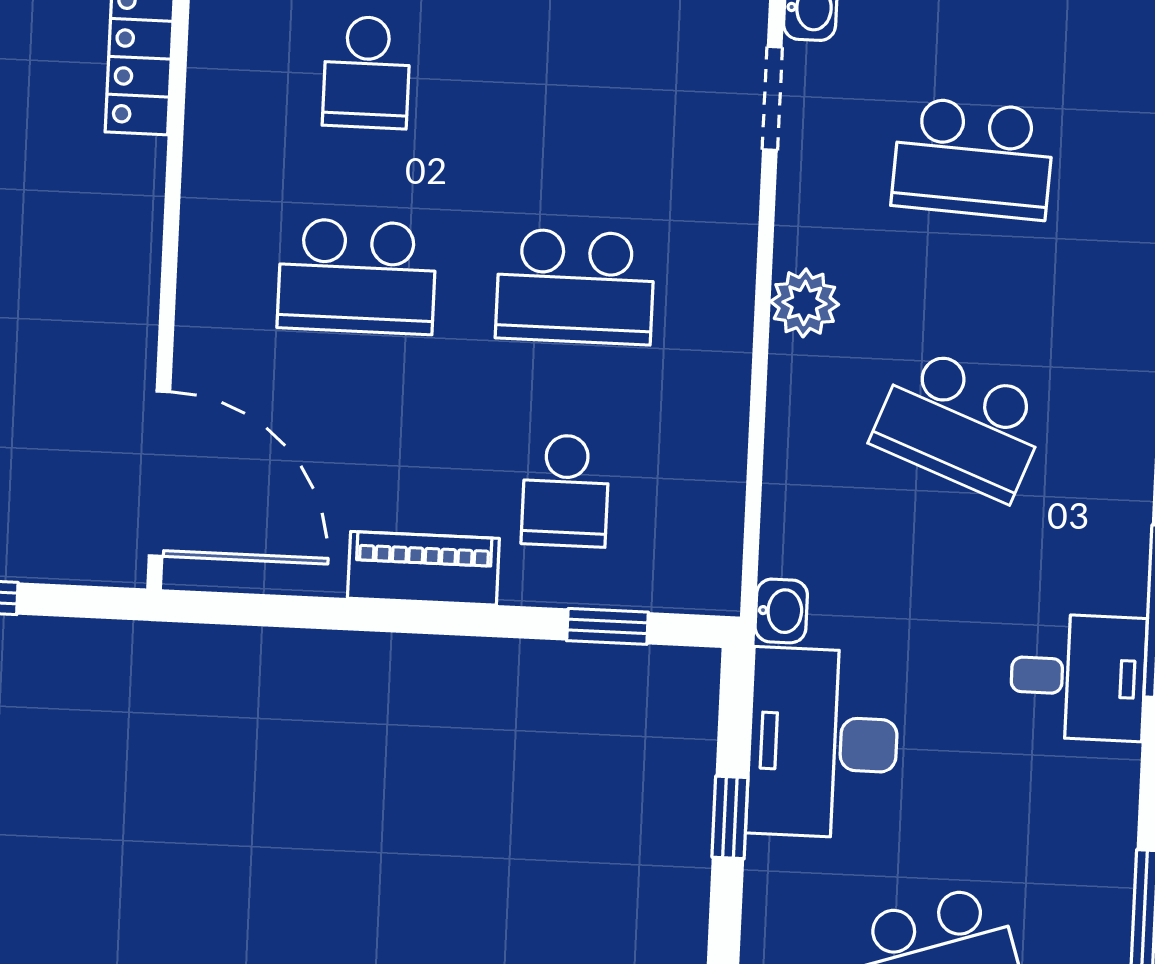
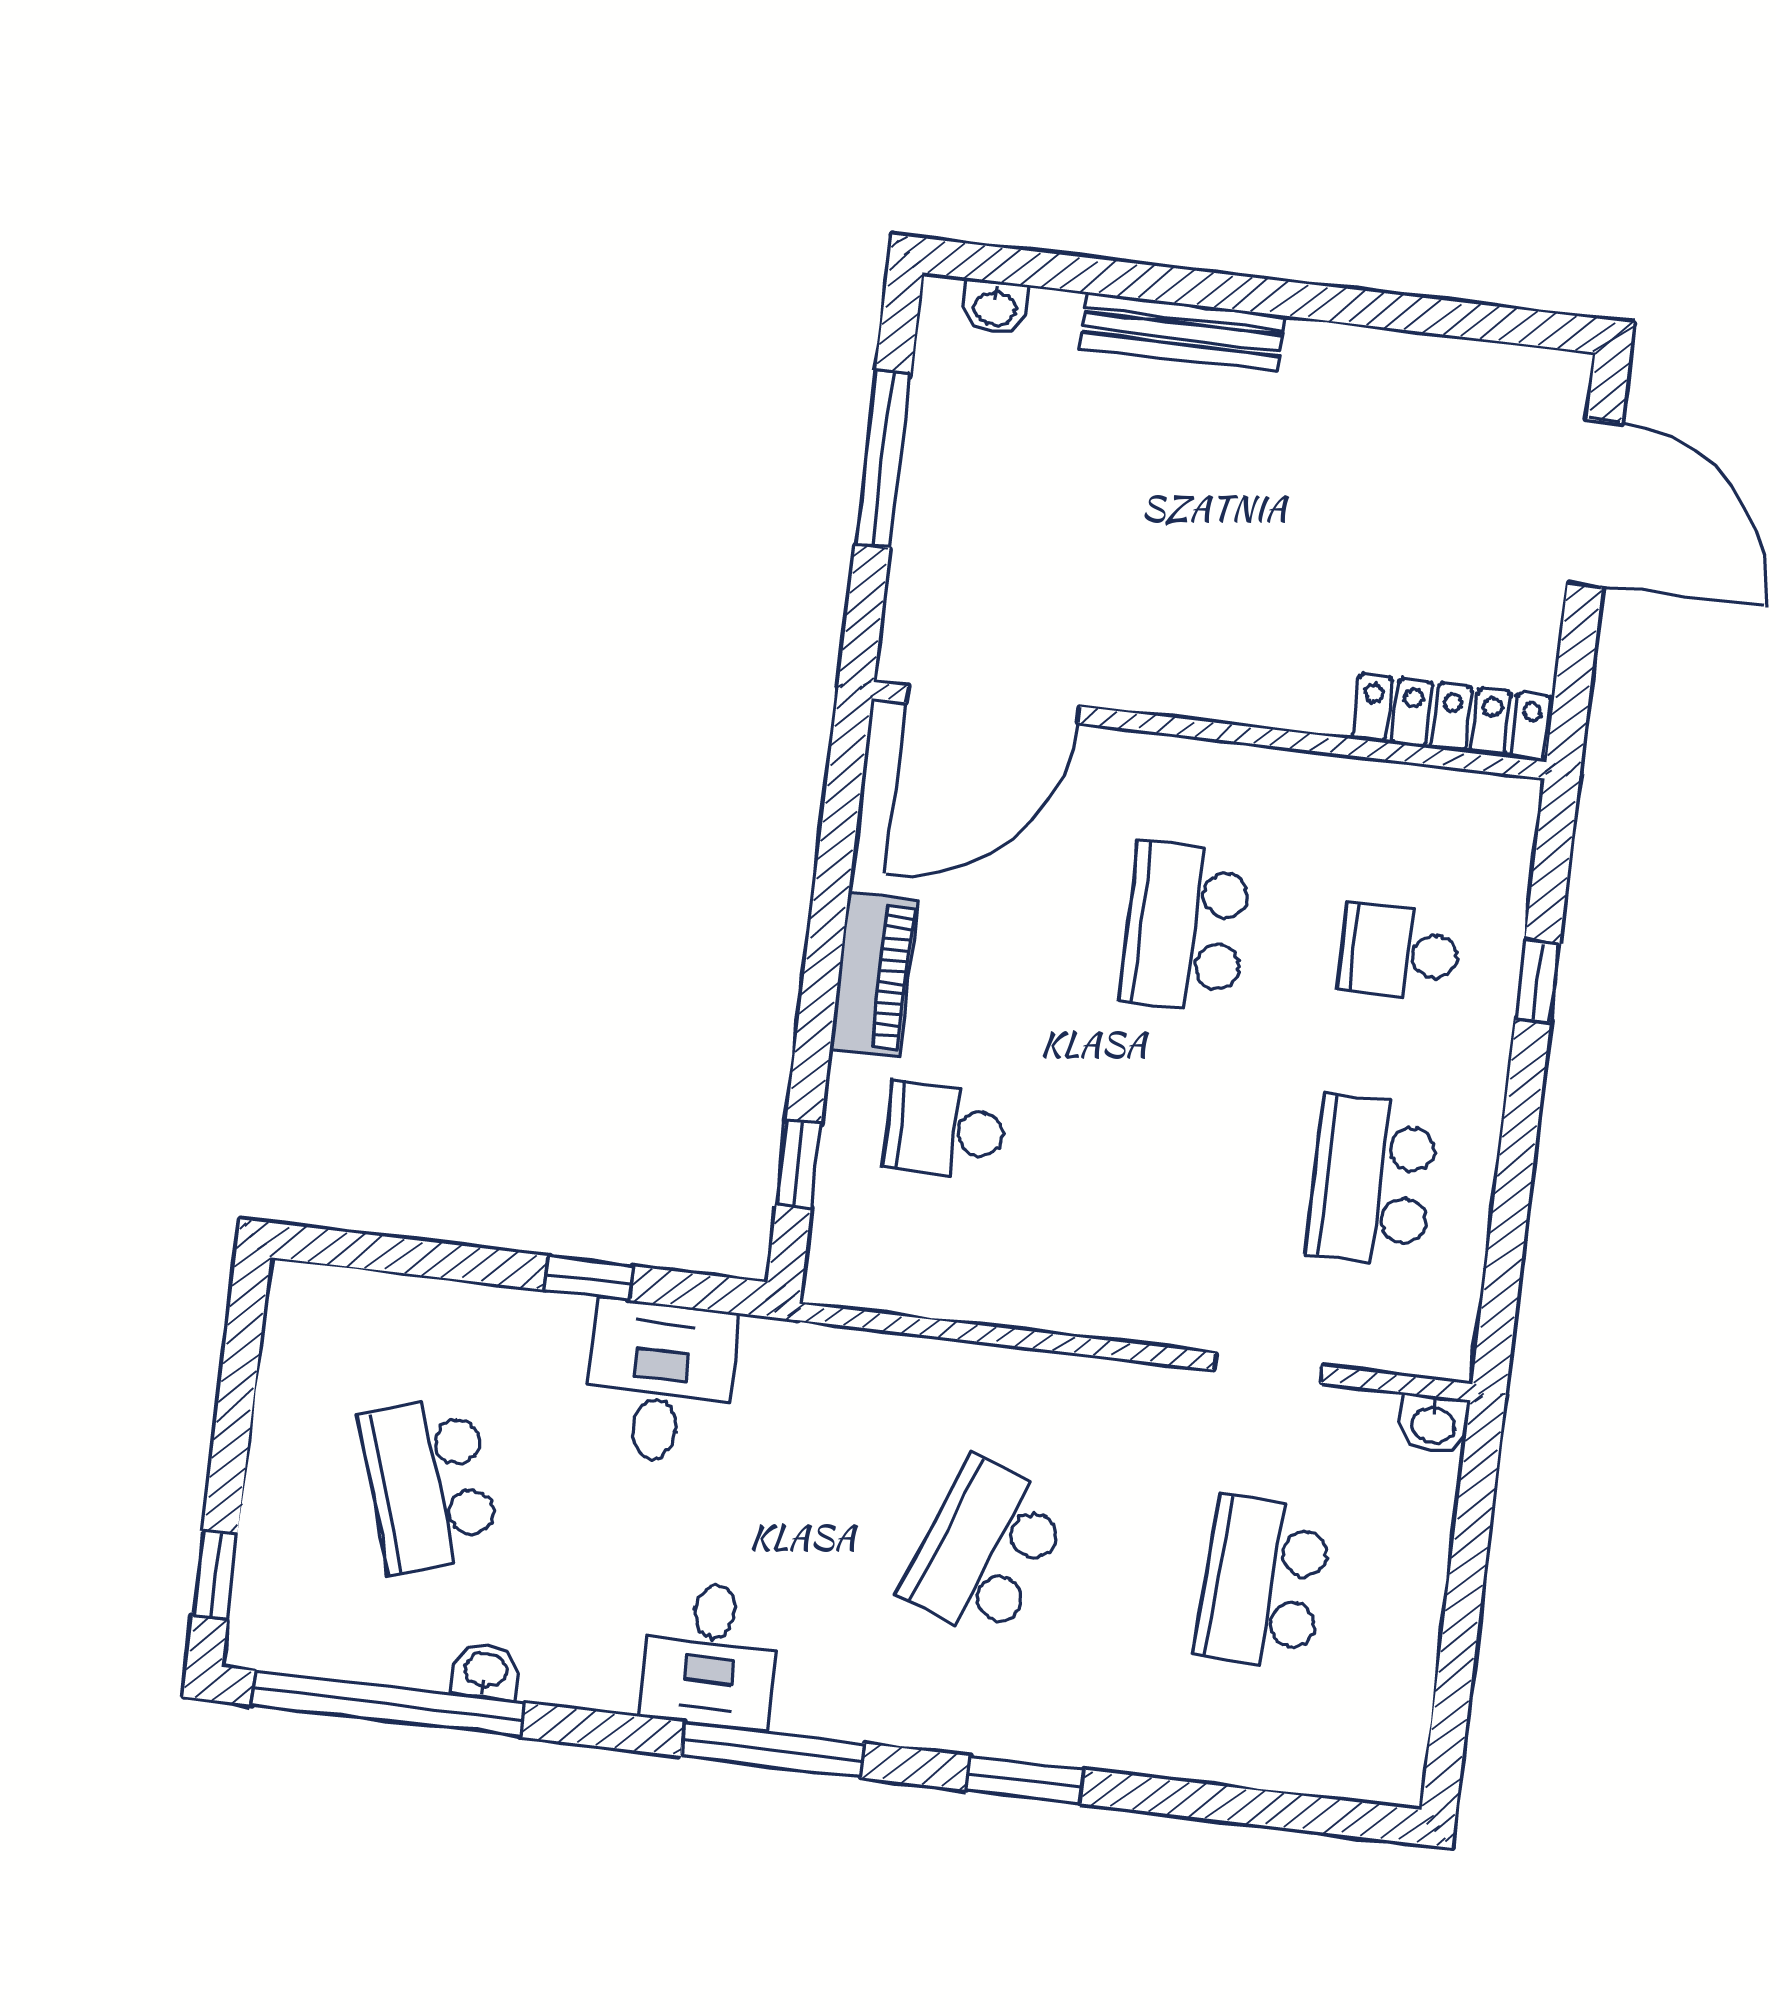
doorway: (772, 98) -> (1268, 1368), moved
school desk: (575, 287) -> (1372, 1181), moved
plant: (805, 303) -> (1124, 1395), removed
washbasin: (781, 611) -> (485, 1671), moved, turned 180
desk: (823, 743) -> (660, 1382), width x0.73

